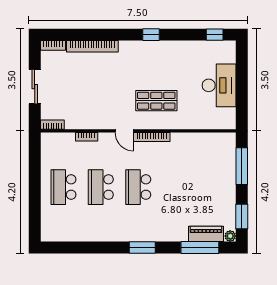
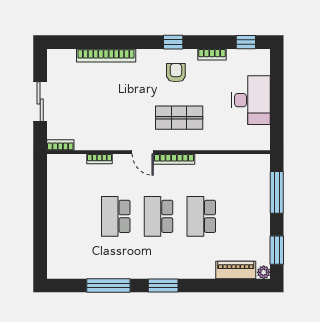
bookcase: (53, 45) -> (212, 54), moved
armchair: (154, 61) -> (176, 73), added
school desk: (63, 187) -> (201, 216), moved
window: (200, 248) -> (108, 285), moved

